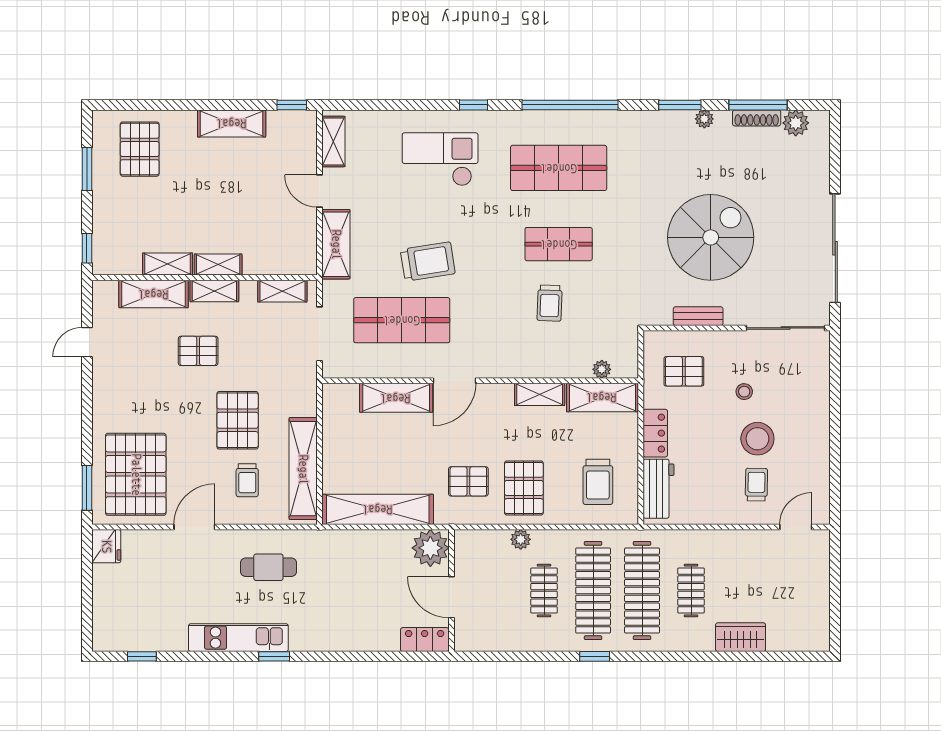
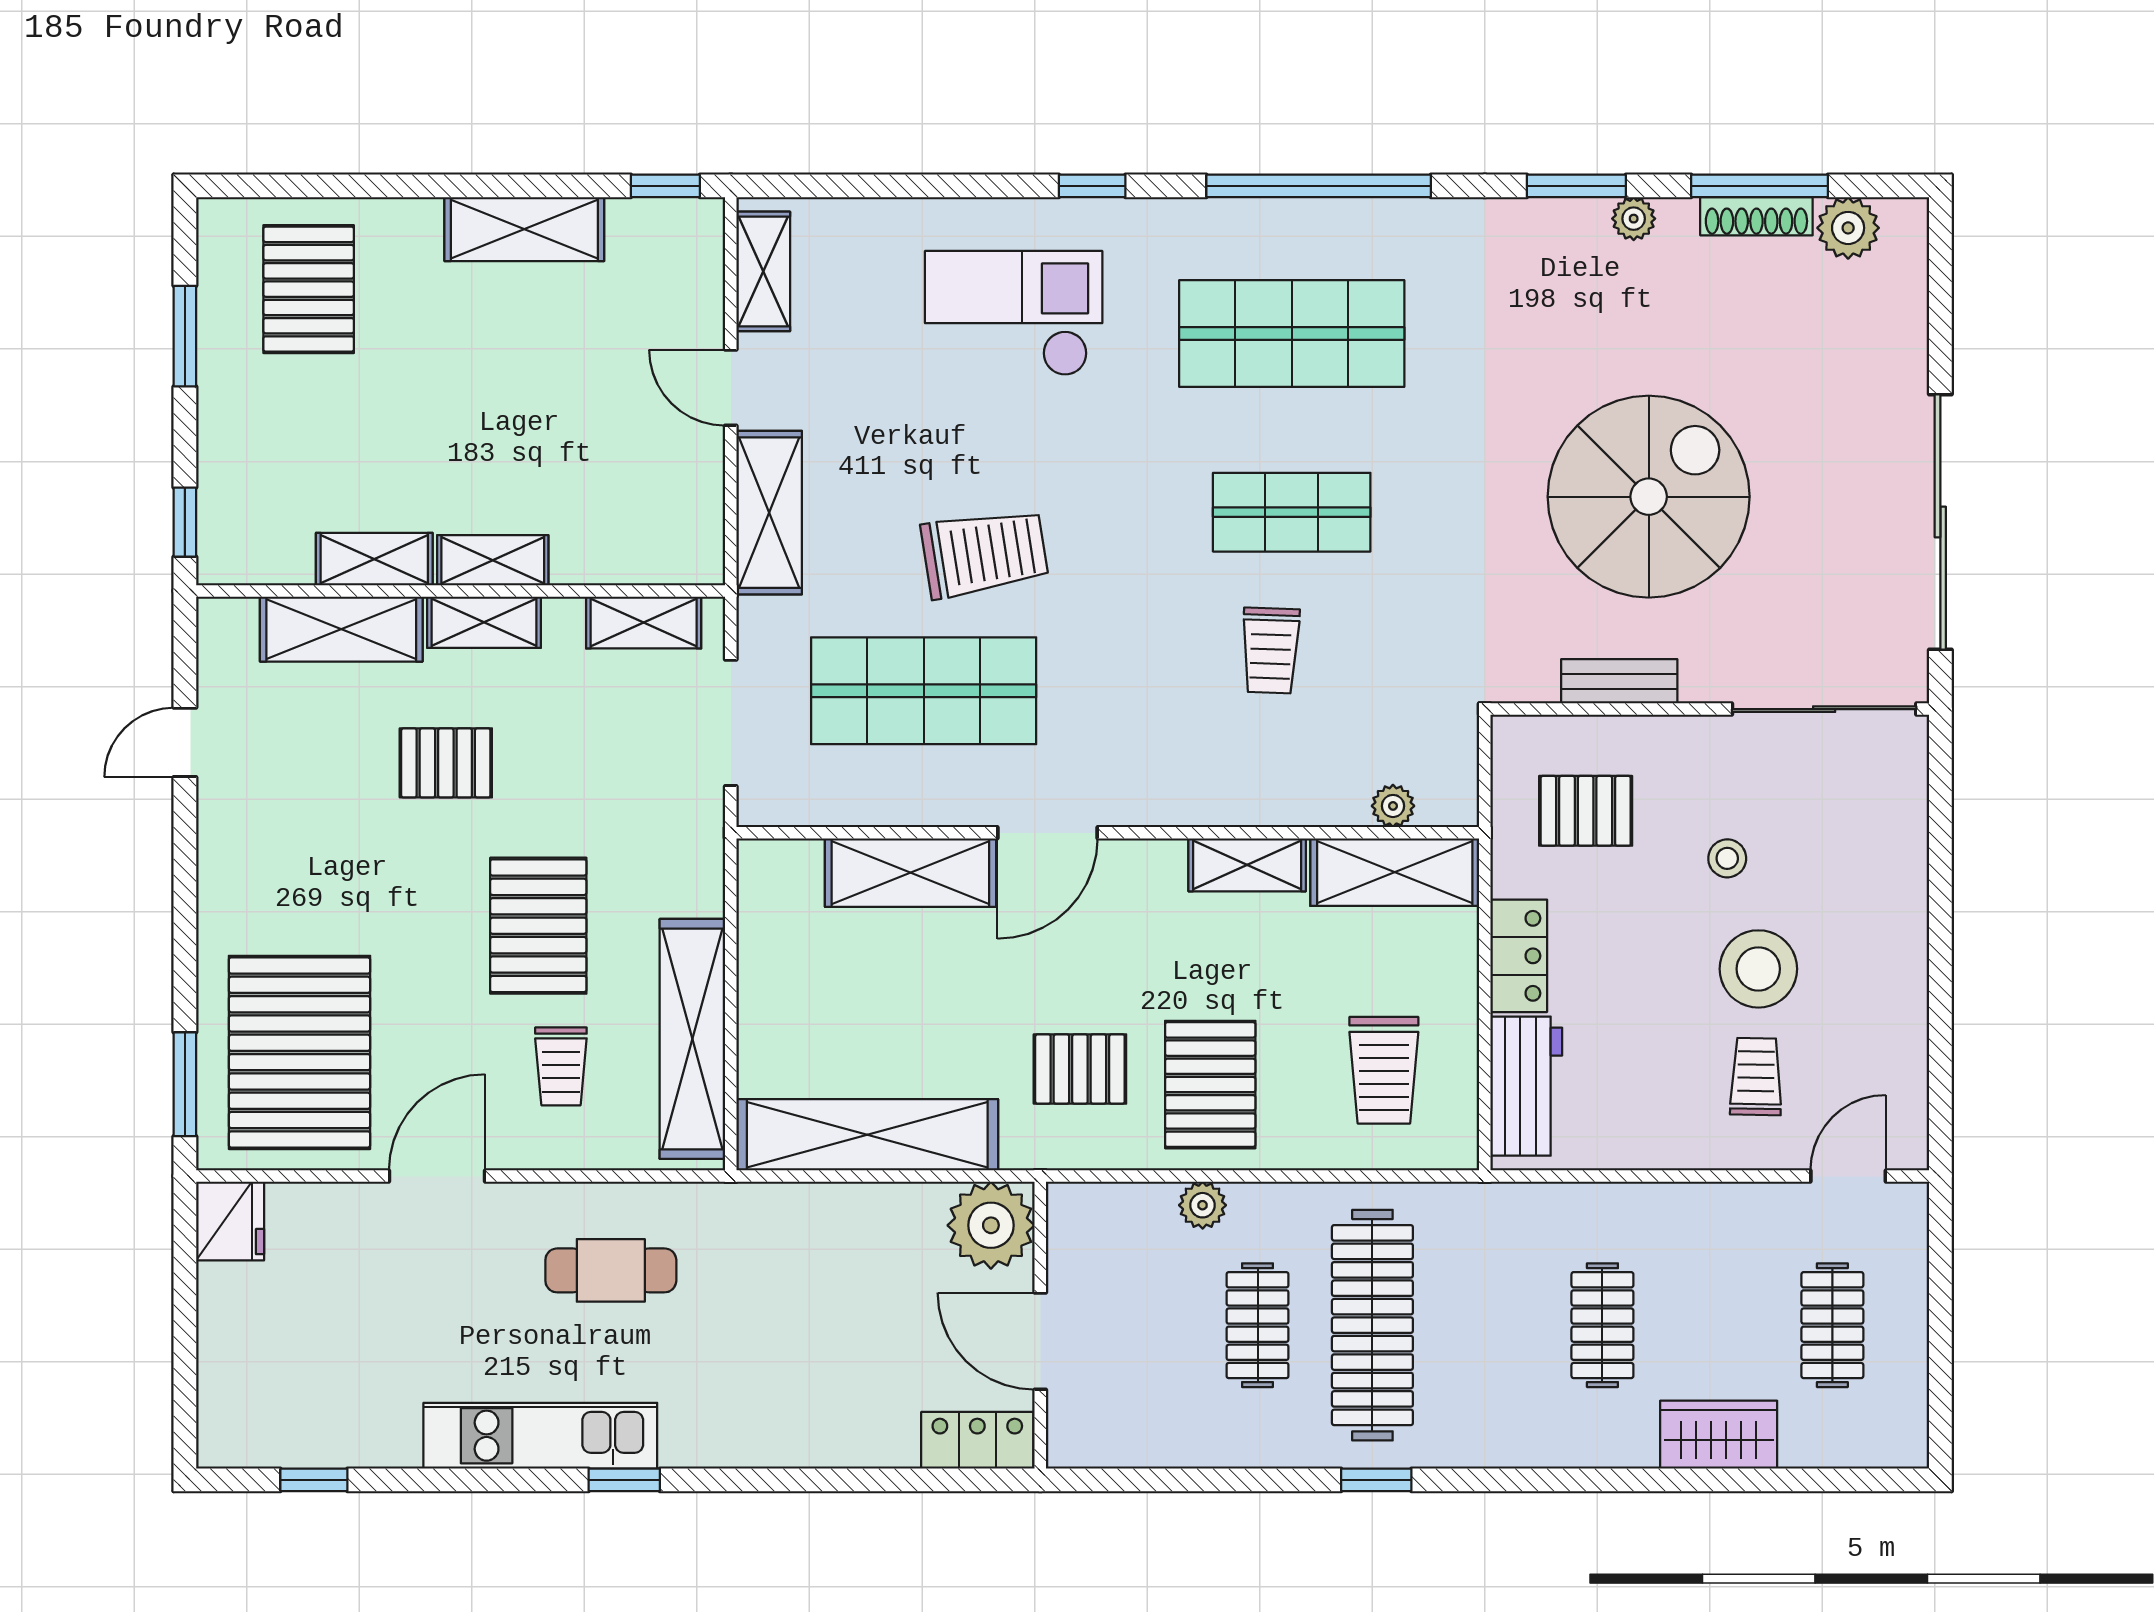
clothes rail: (642, 591) -> (1832, 1325), moved, width x0.54, depth x0.76

